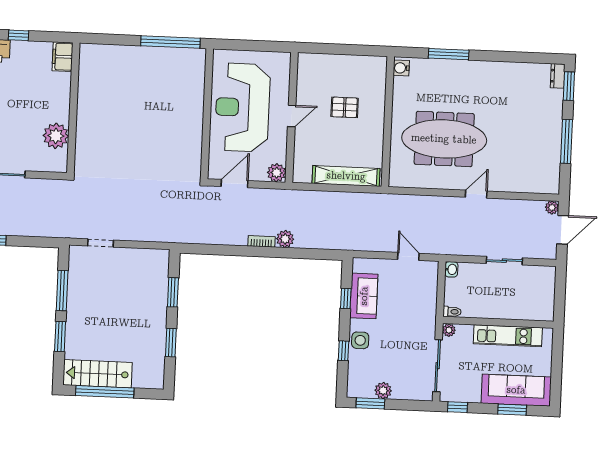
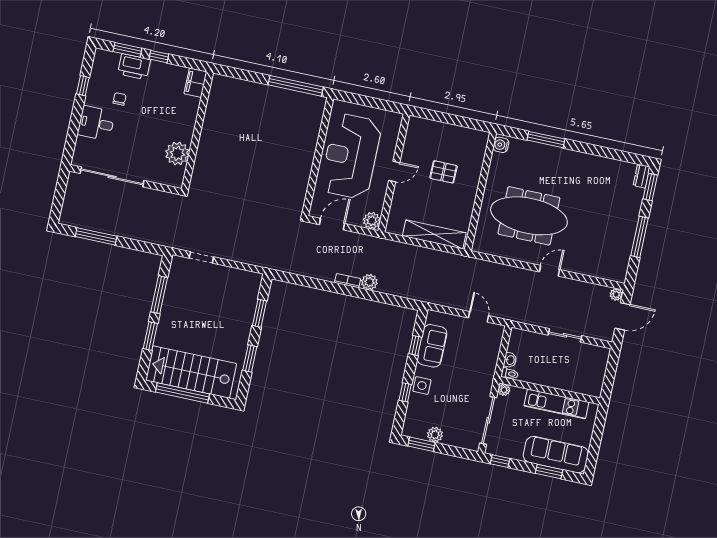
washbasin: (451, 269) -> (510, 360), moved
stairs: (98, 374) -> (191, 372), width x1.36, depth x1.51

